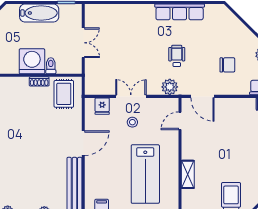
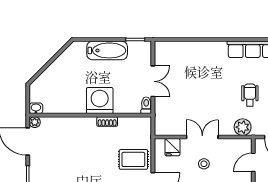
toilet: (51, 66) -> (146, 105), moved
rug: (64, 94) -> (133, 159), moved, turned 90

